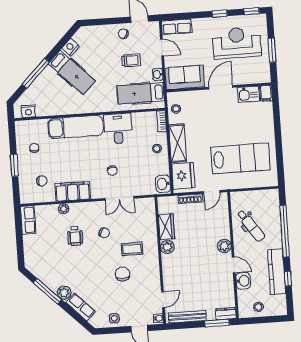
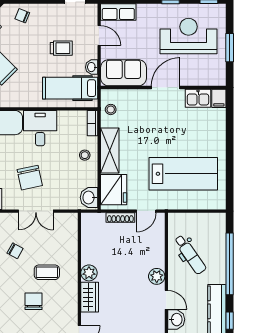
chair: (123, 34) -> (22, 16), moved
chair: (112, 171) -> (30, 178), width x1.87, depth x1.87
wardrobe: (166, 227) -> (90, 297), moved

